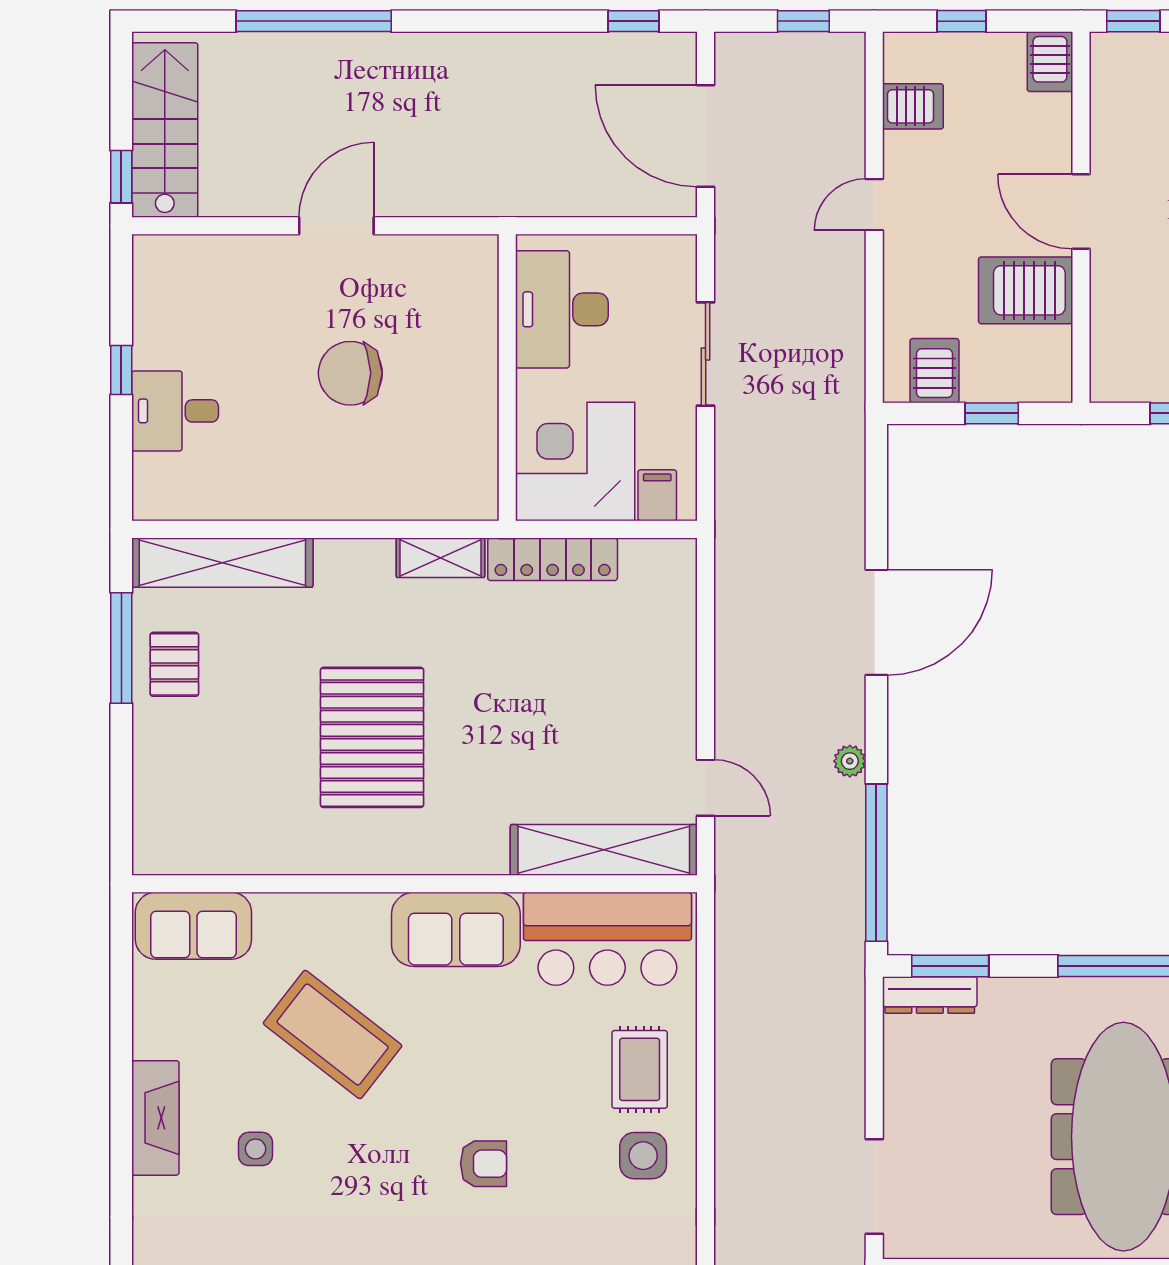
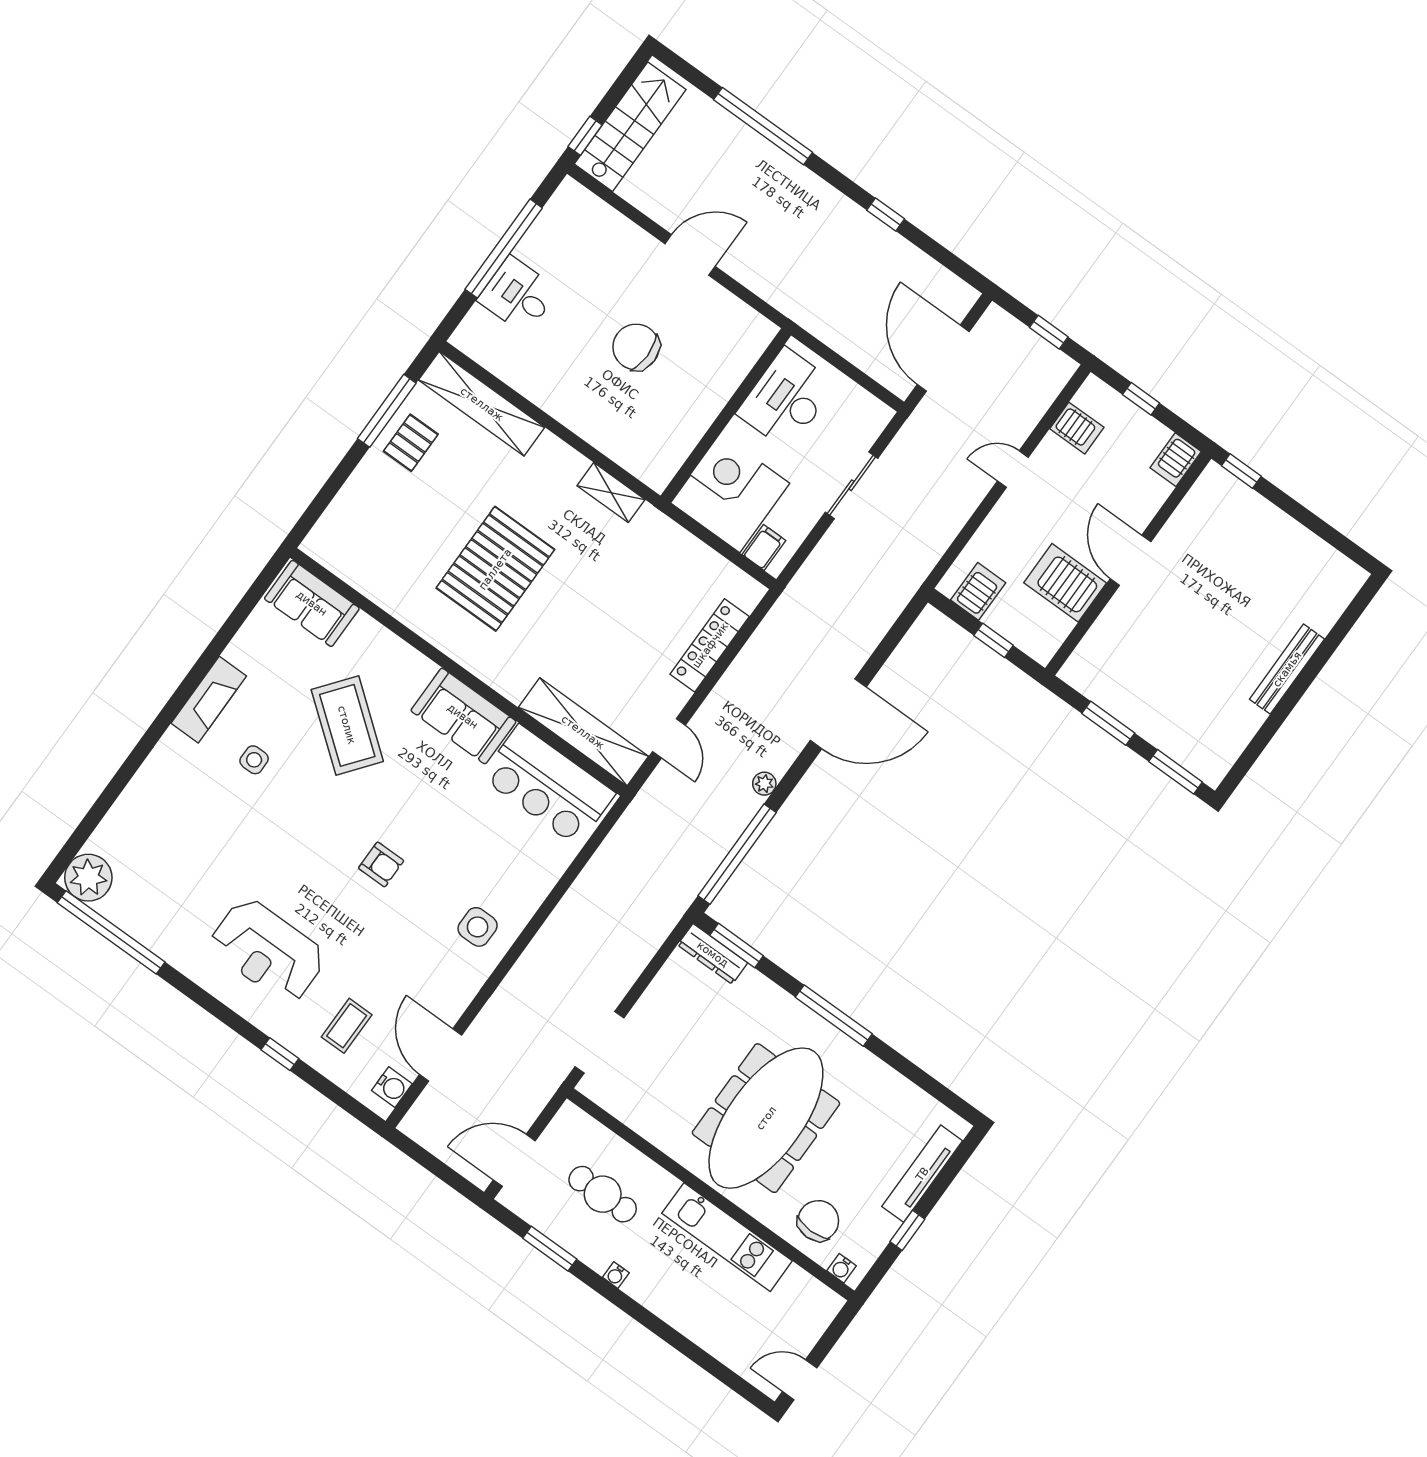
window: (633, 21) -> (886, 214), moved
window: (121, 370) -> (504, 249), width x3.17
locker: (553, 559) -> (710, 645), moved, turned 90
rug: (640, 1069) -> (512, 875), removed

